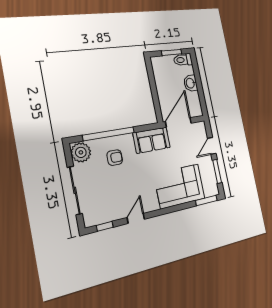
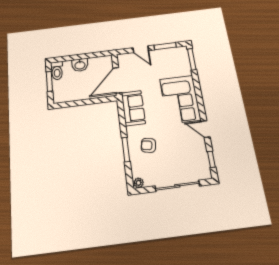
door: (178, 122) -> (117, 80), hinge flipped
window: (109, 134) -> (126, 150), width x0.47
plant: (81, 152) -> (139, 183), width x0.53, depth x0.53
armchair: (115, 158) -> (148, 145), turned -80
corner sofa: (180, 186) -> (180, 99), moved

